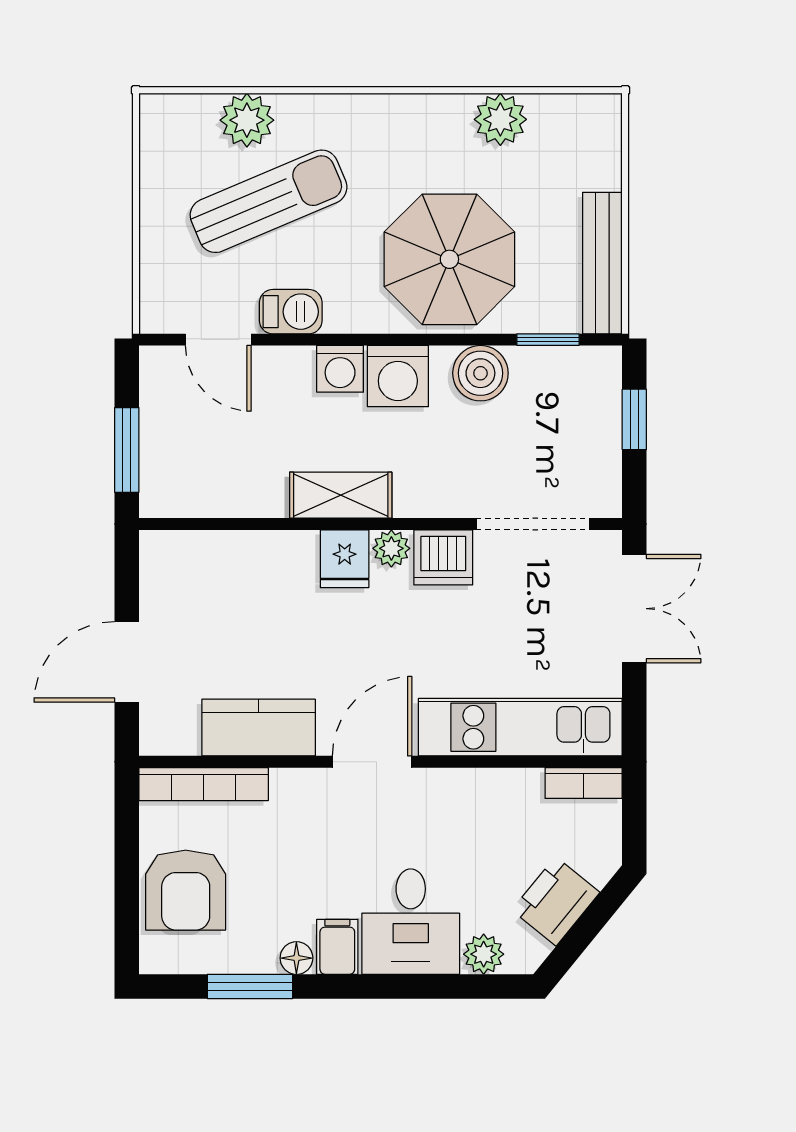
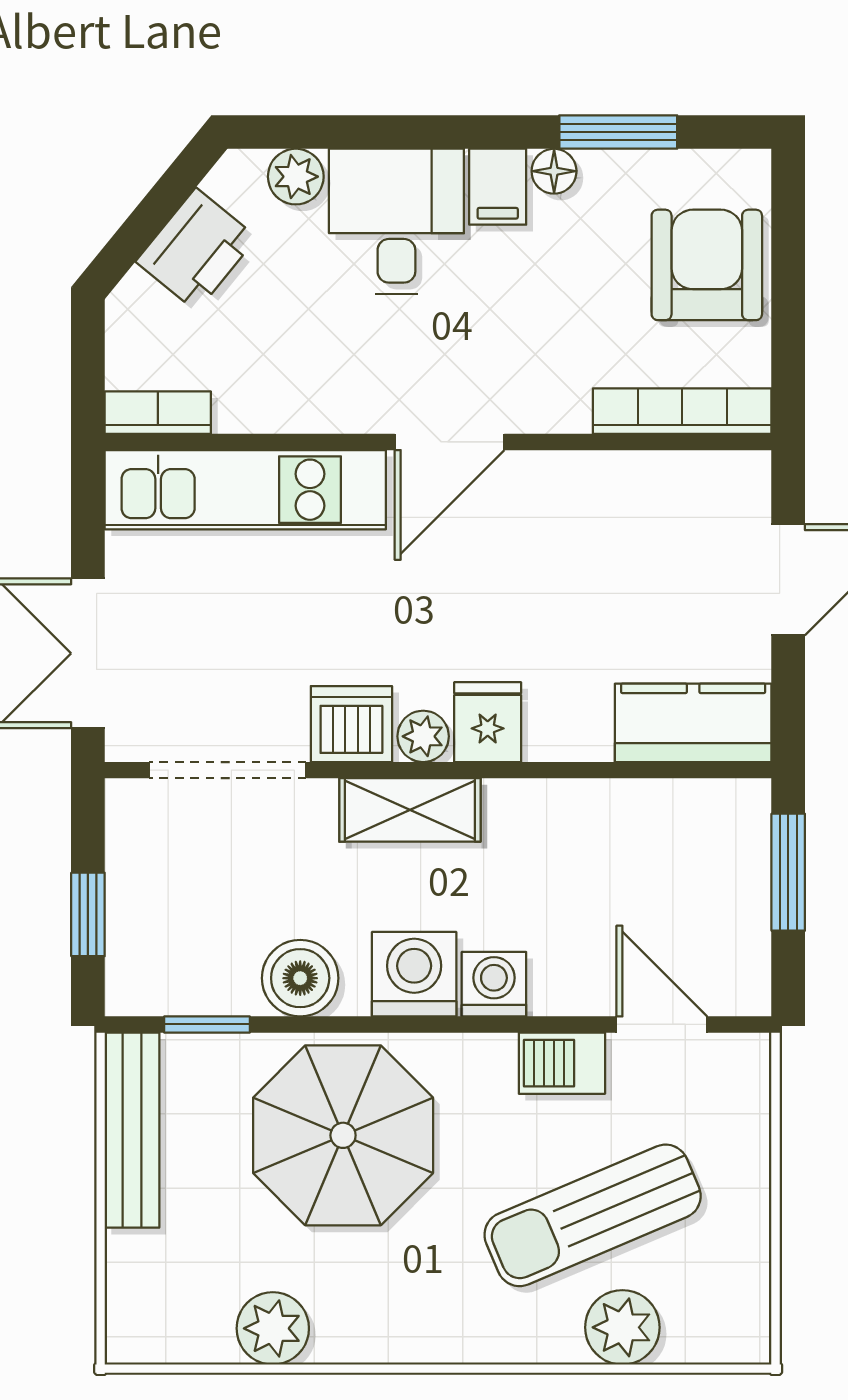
shelving: (341, 495) -> (410, 810), moved
kitchen counter: (259, 728) -> (693, 723), moved, turned 180

